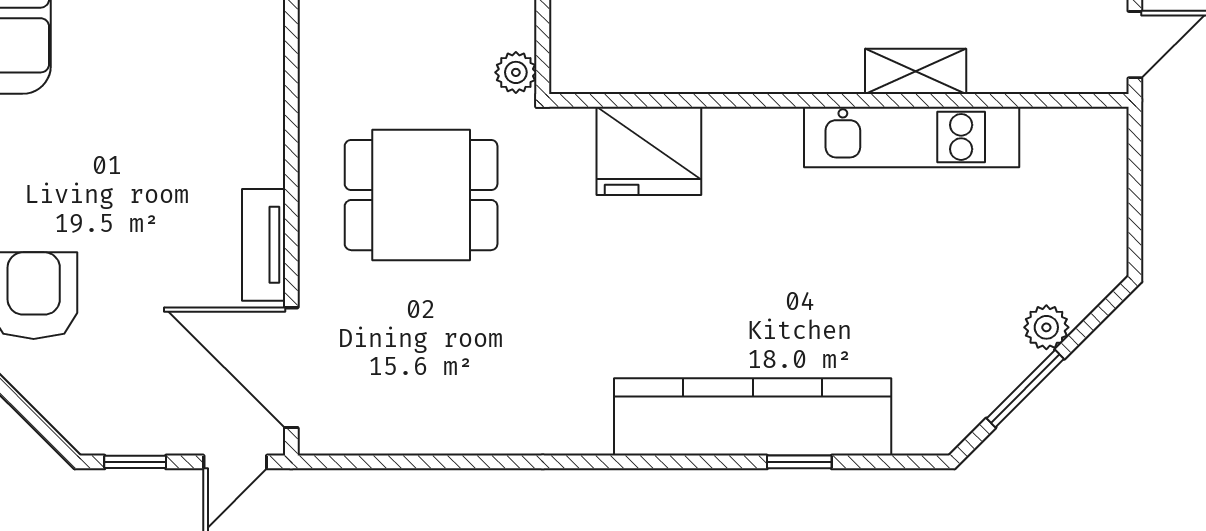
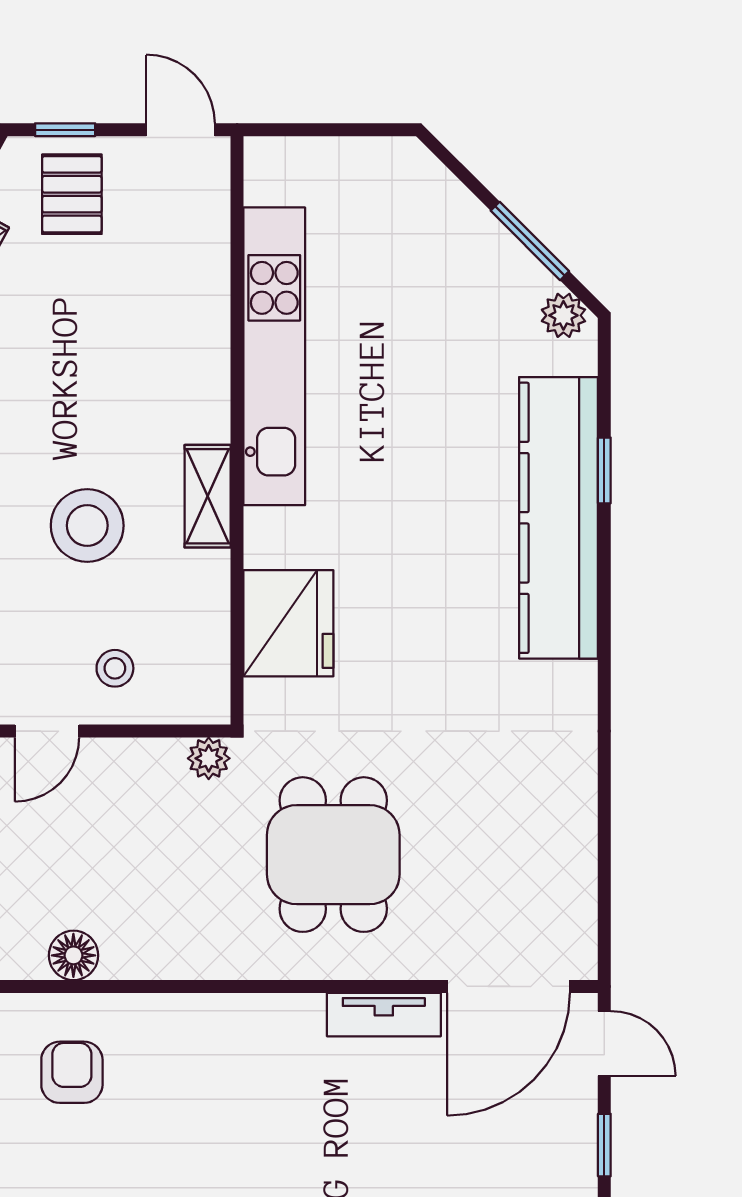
shelving: (916, 71) -> (208, 496), moved
kitchen unit: (912, 137) -> (274, 356), width x1.36
plant: (1046, 327) -> (563, 315), moved

